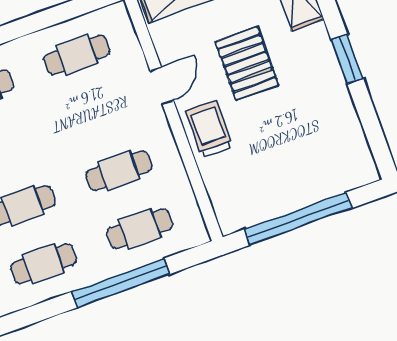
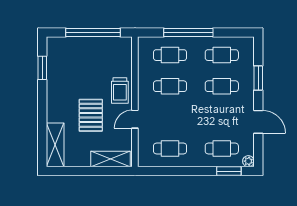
window: (347, 59) -> (42, 68), moved

